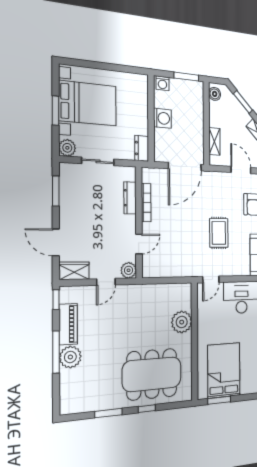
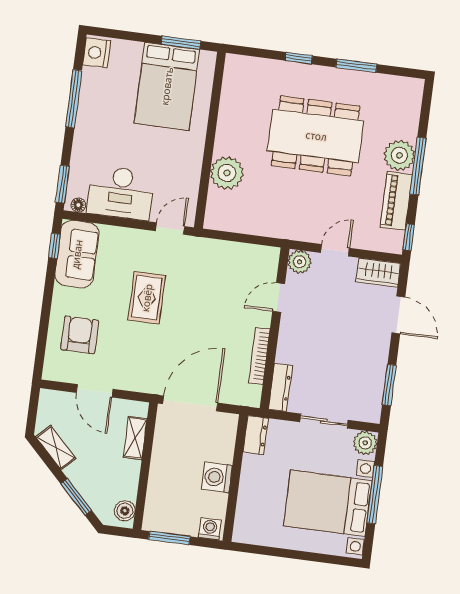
window: (56, 111) -> (375, 495), width x1.44
dresser: (130, 198) -> (280, 387), moved
dining table: (152, 374) -> (316, 136), moved

